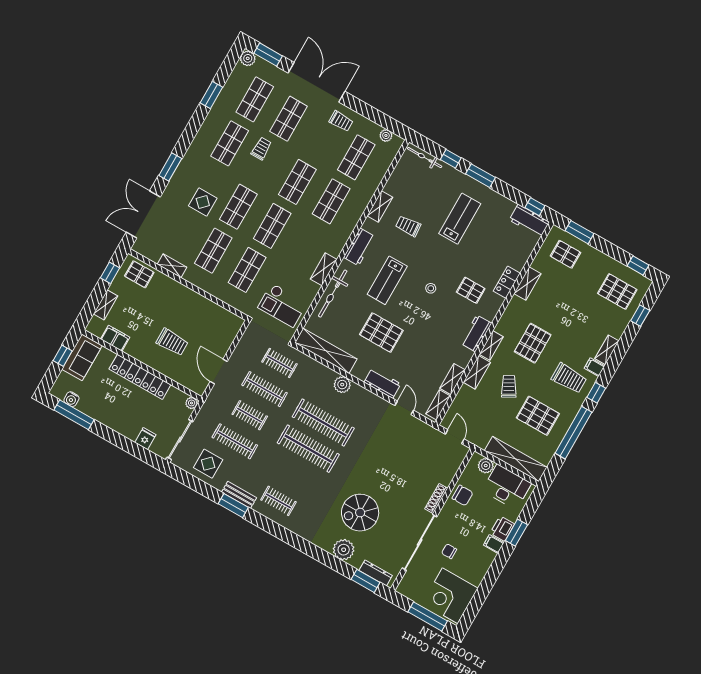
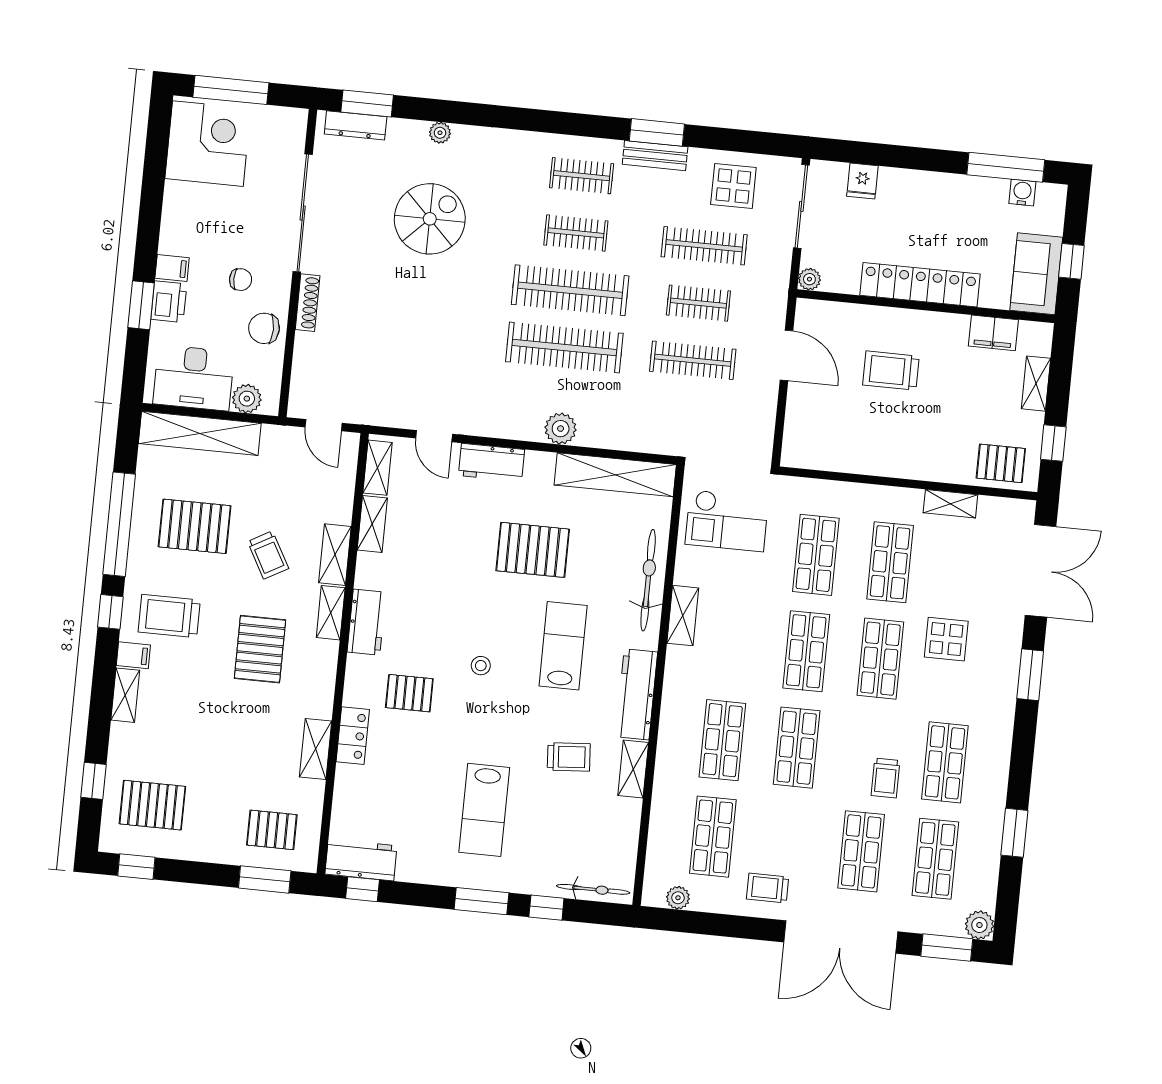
workbench: (359, 247) -> (637, 694), width x1.38
checkout: (282, 305) -> (727, 521), turned 180
clothes rail: (279, 363) -> (576, 233), moved
plant: (344, 550) -> (440, 133), width x0.53, depth x0.53
chair: (449, 551) -> (241, 280), moved

